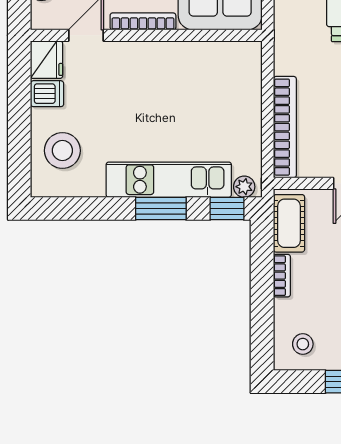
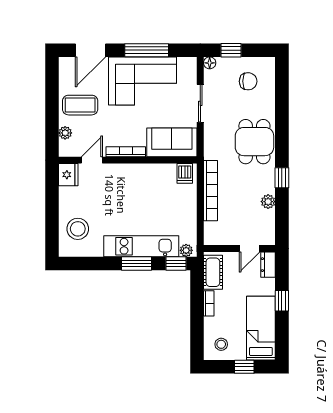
dishwasher: (47, 94) -> (185, 173), moved, turned 90
bookcase: (285, 127) -> (210, 191), moved

